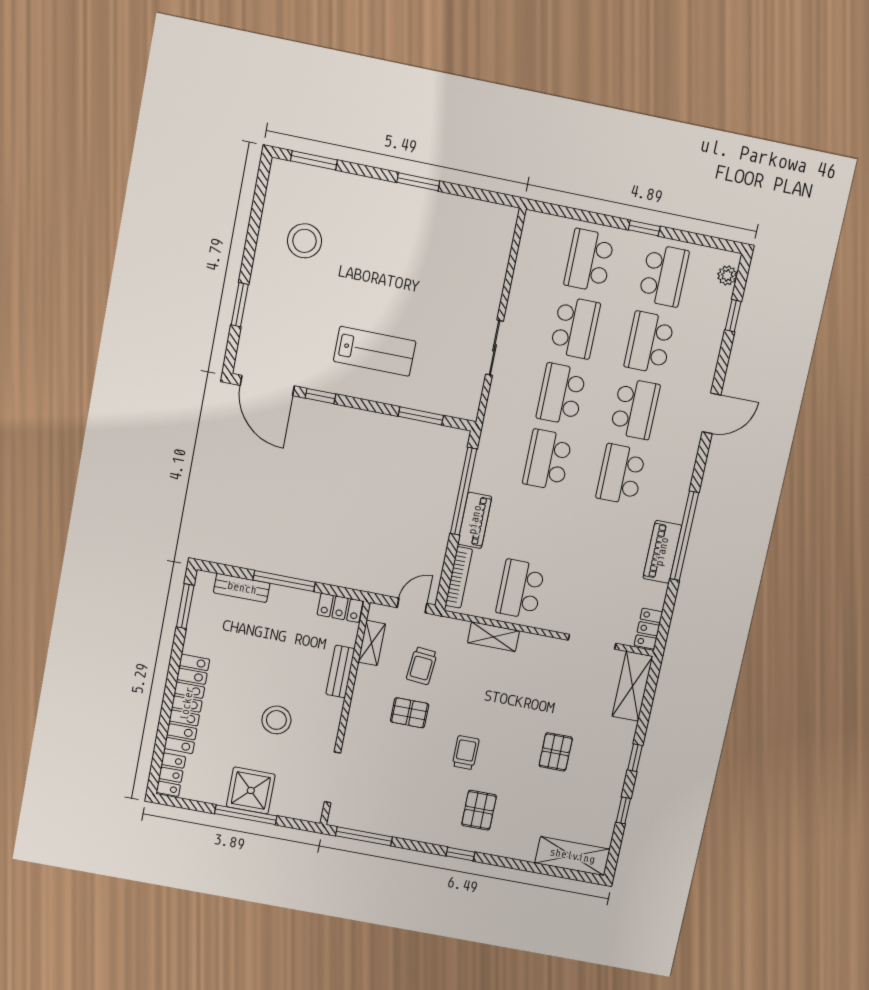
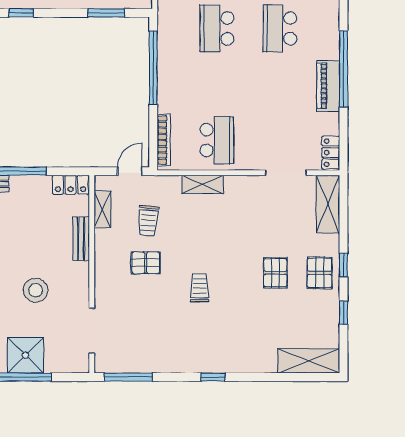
piano: (475, 520) -> (167, 90), removed
school desk: (520, 589) -> (217, 140), turned 180
pallet: (479, 810) -> (320, 273), moved

